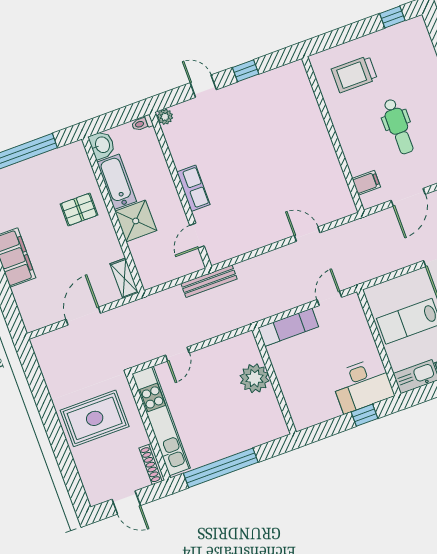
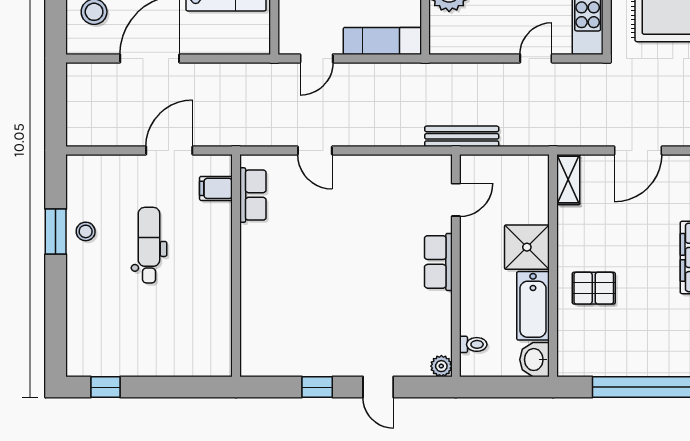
trolley: (354, 74) -> (180, 332), removed
toilet: (142, 123) -> (473, 344), moved
row of seats: (339, 188) -> (253, 195), added

